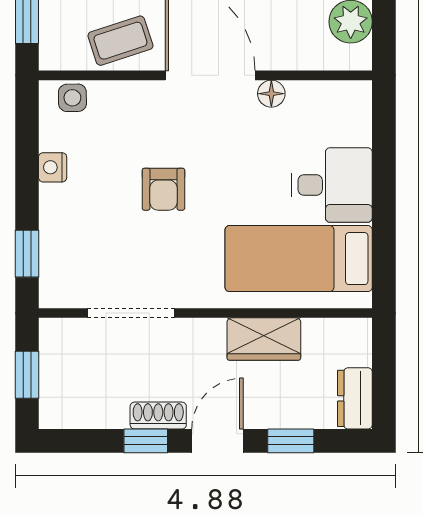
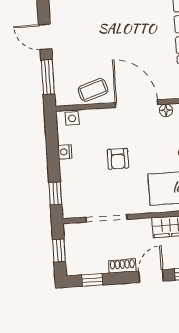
window: (146, 441) -> (92, 280), moved

